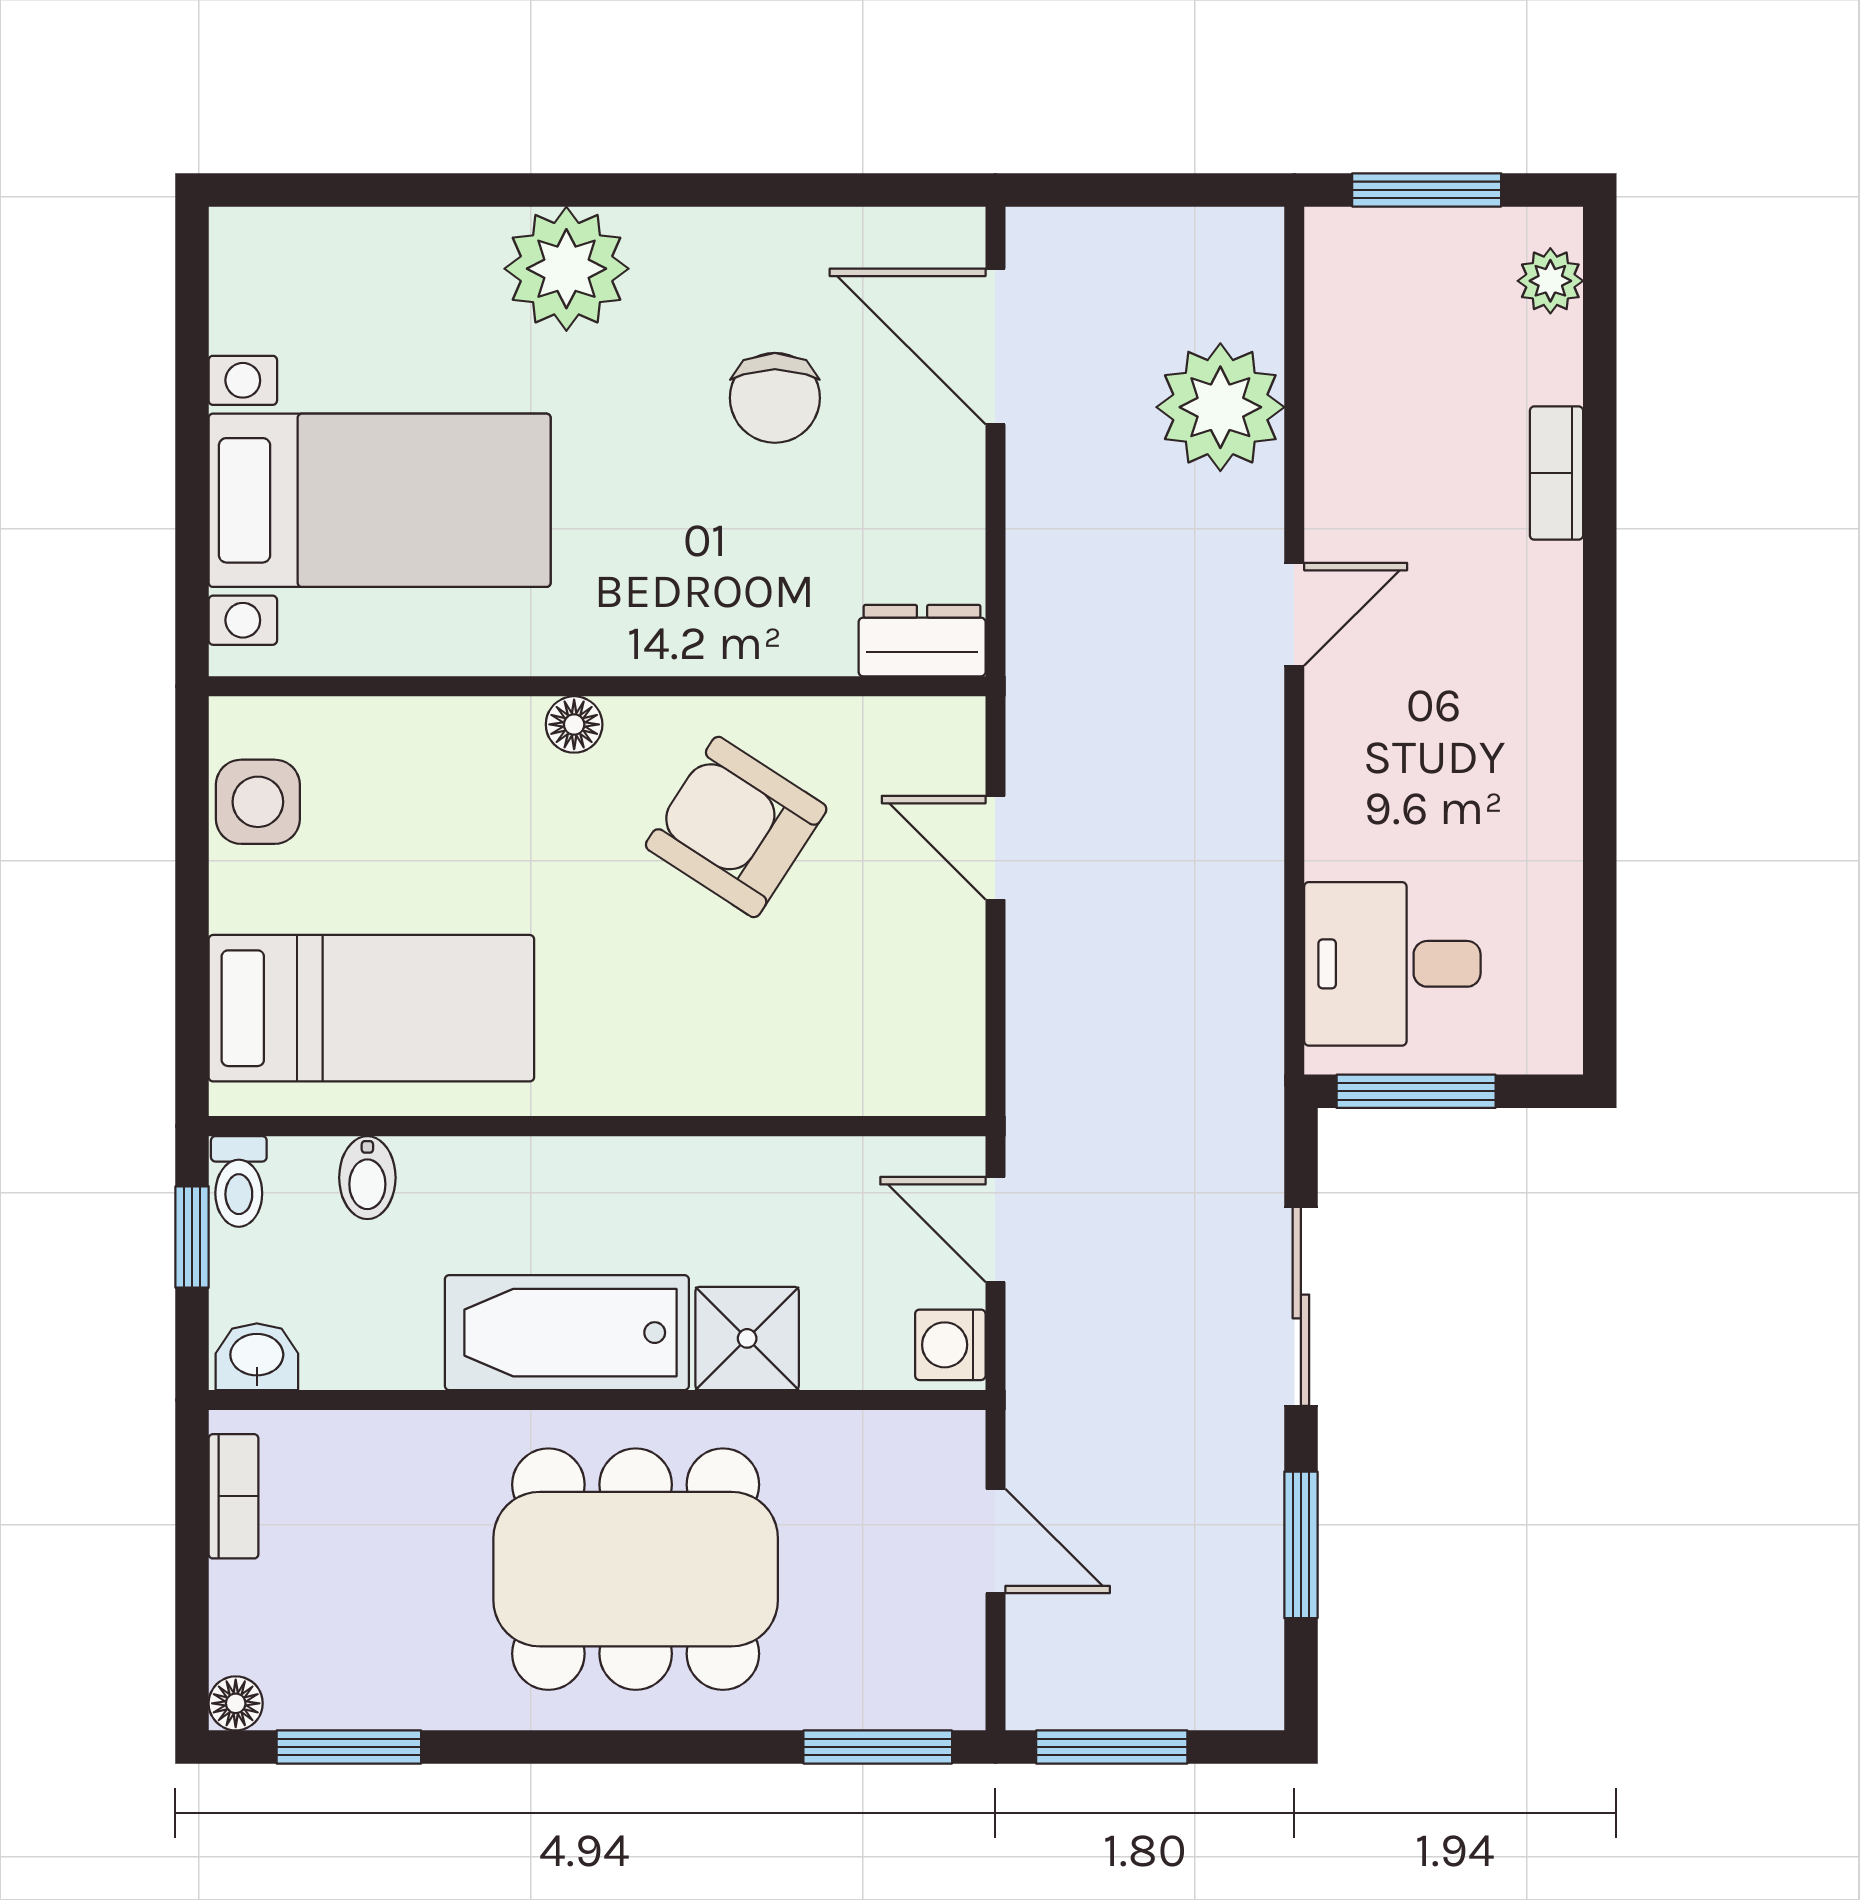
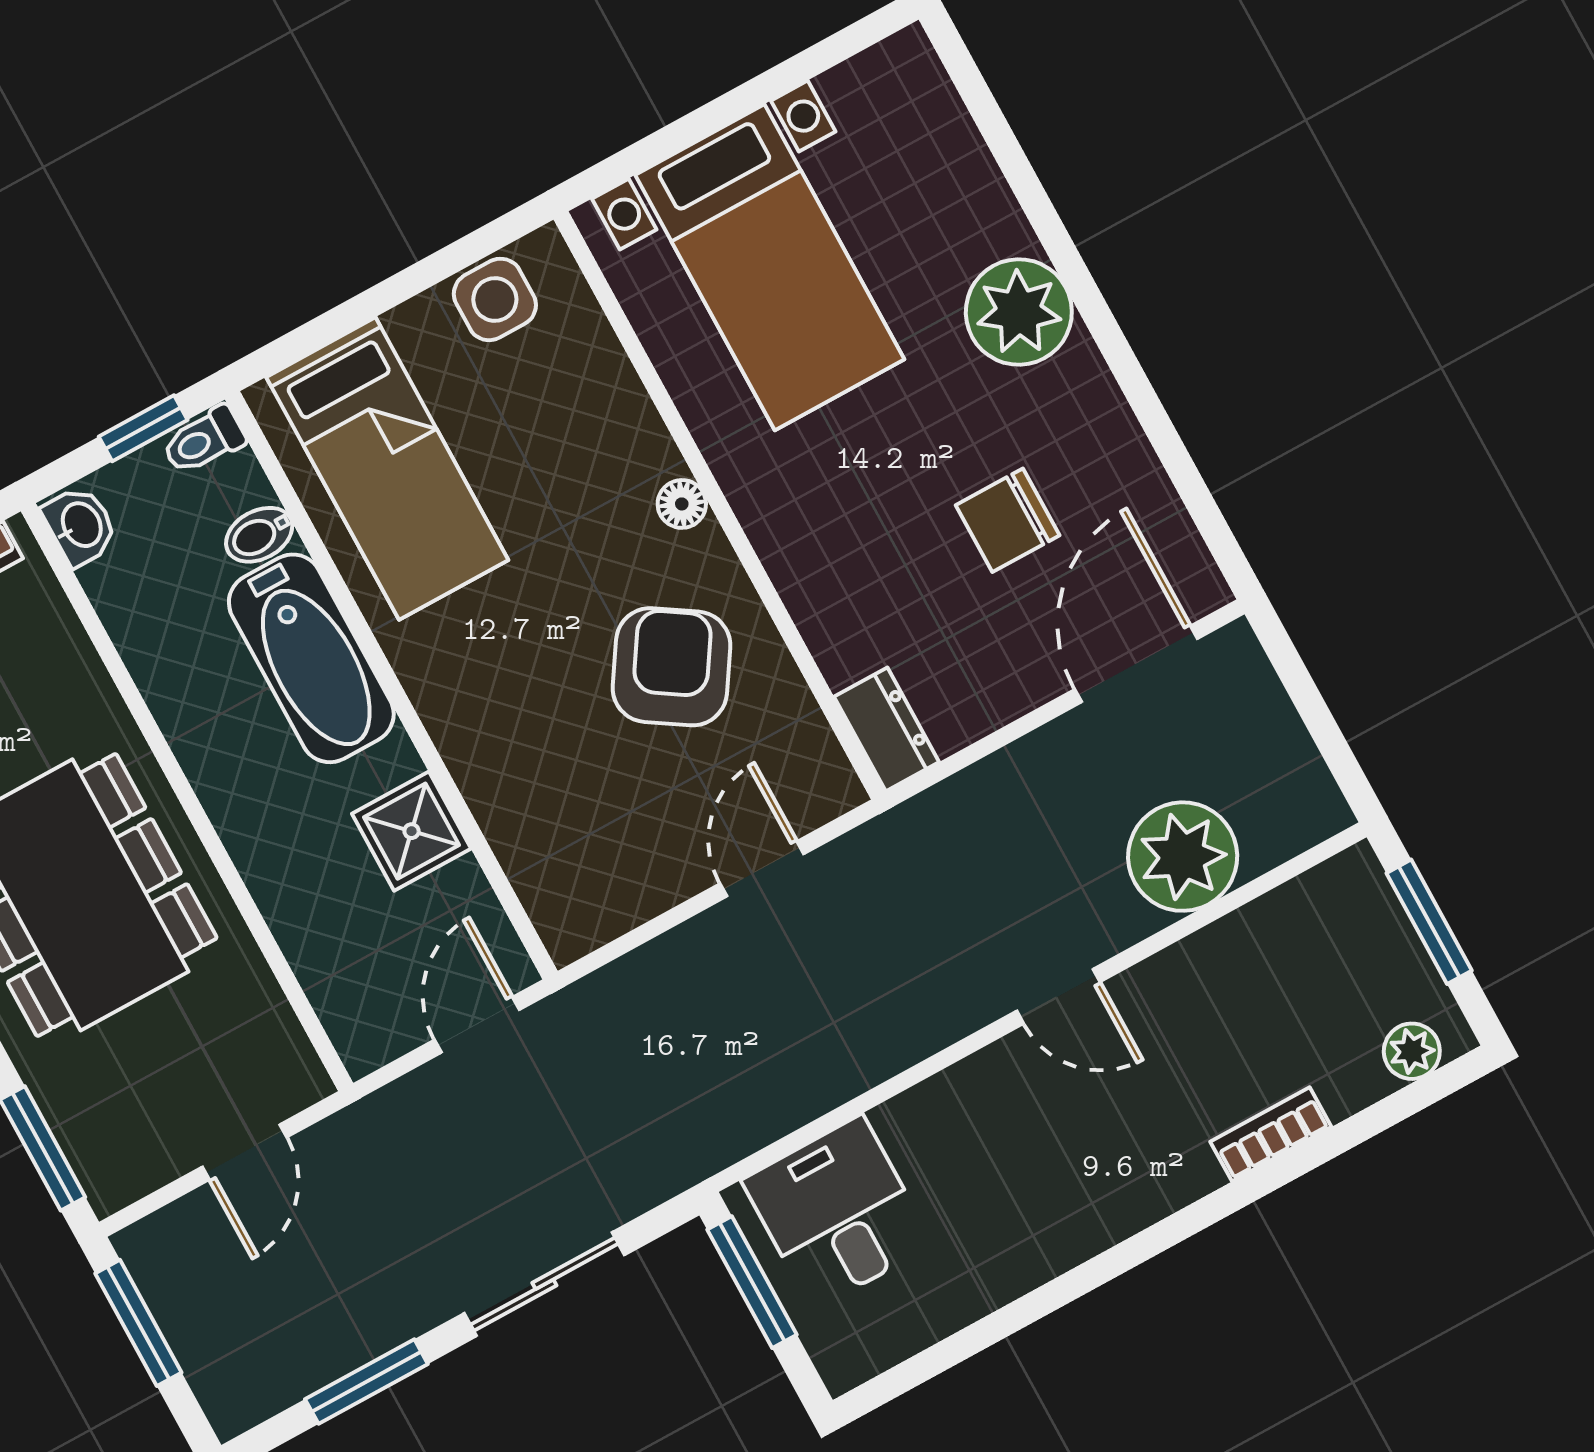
bathtub: (567, 1333) -> (311, 658), moved, turned 180
shower: (747, 1338) -> (412, 831), moved
washing machine: (950, 1345) -> (373, 1038), removed

